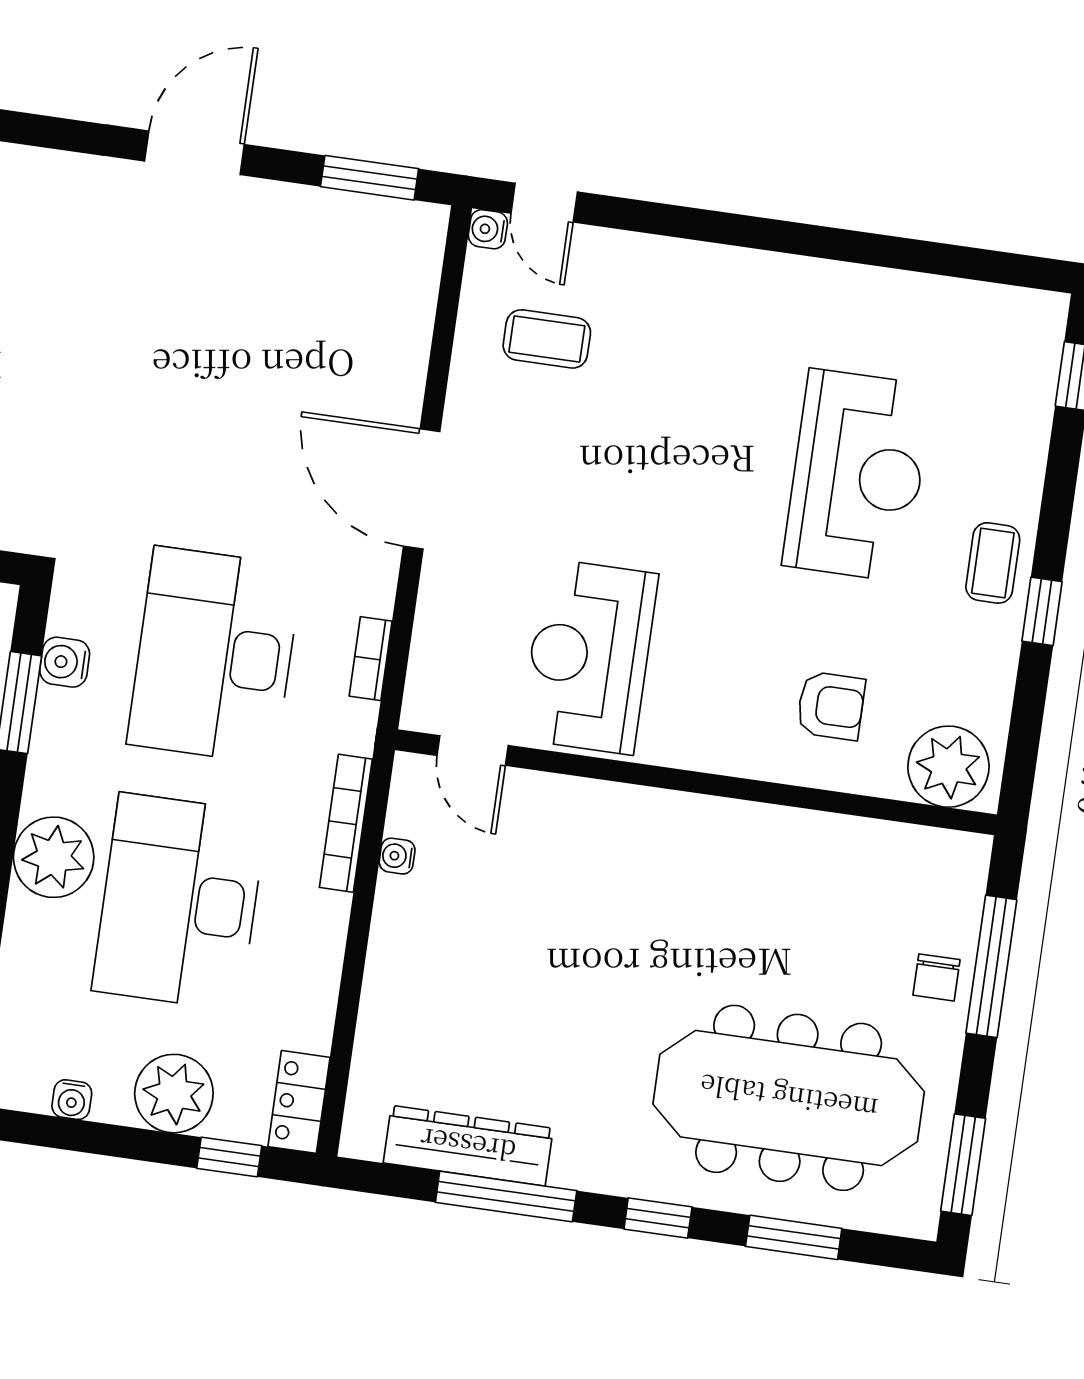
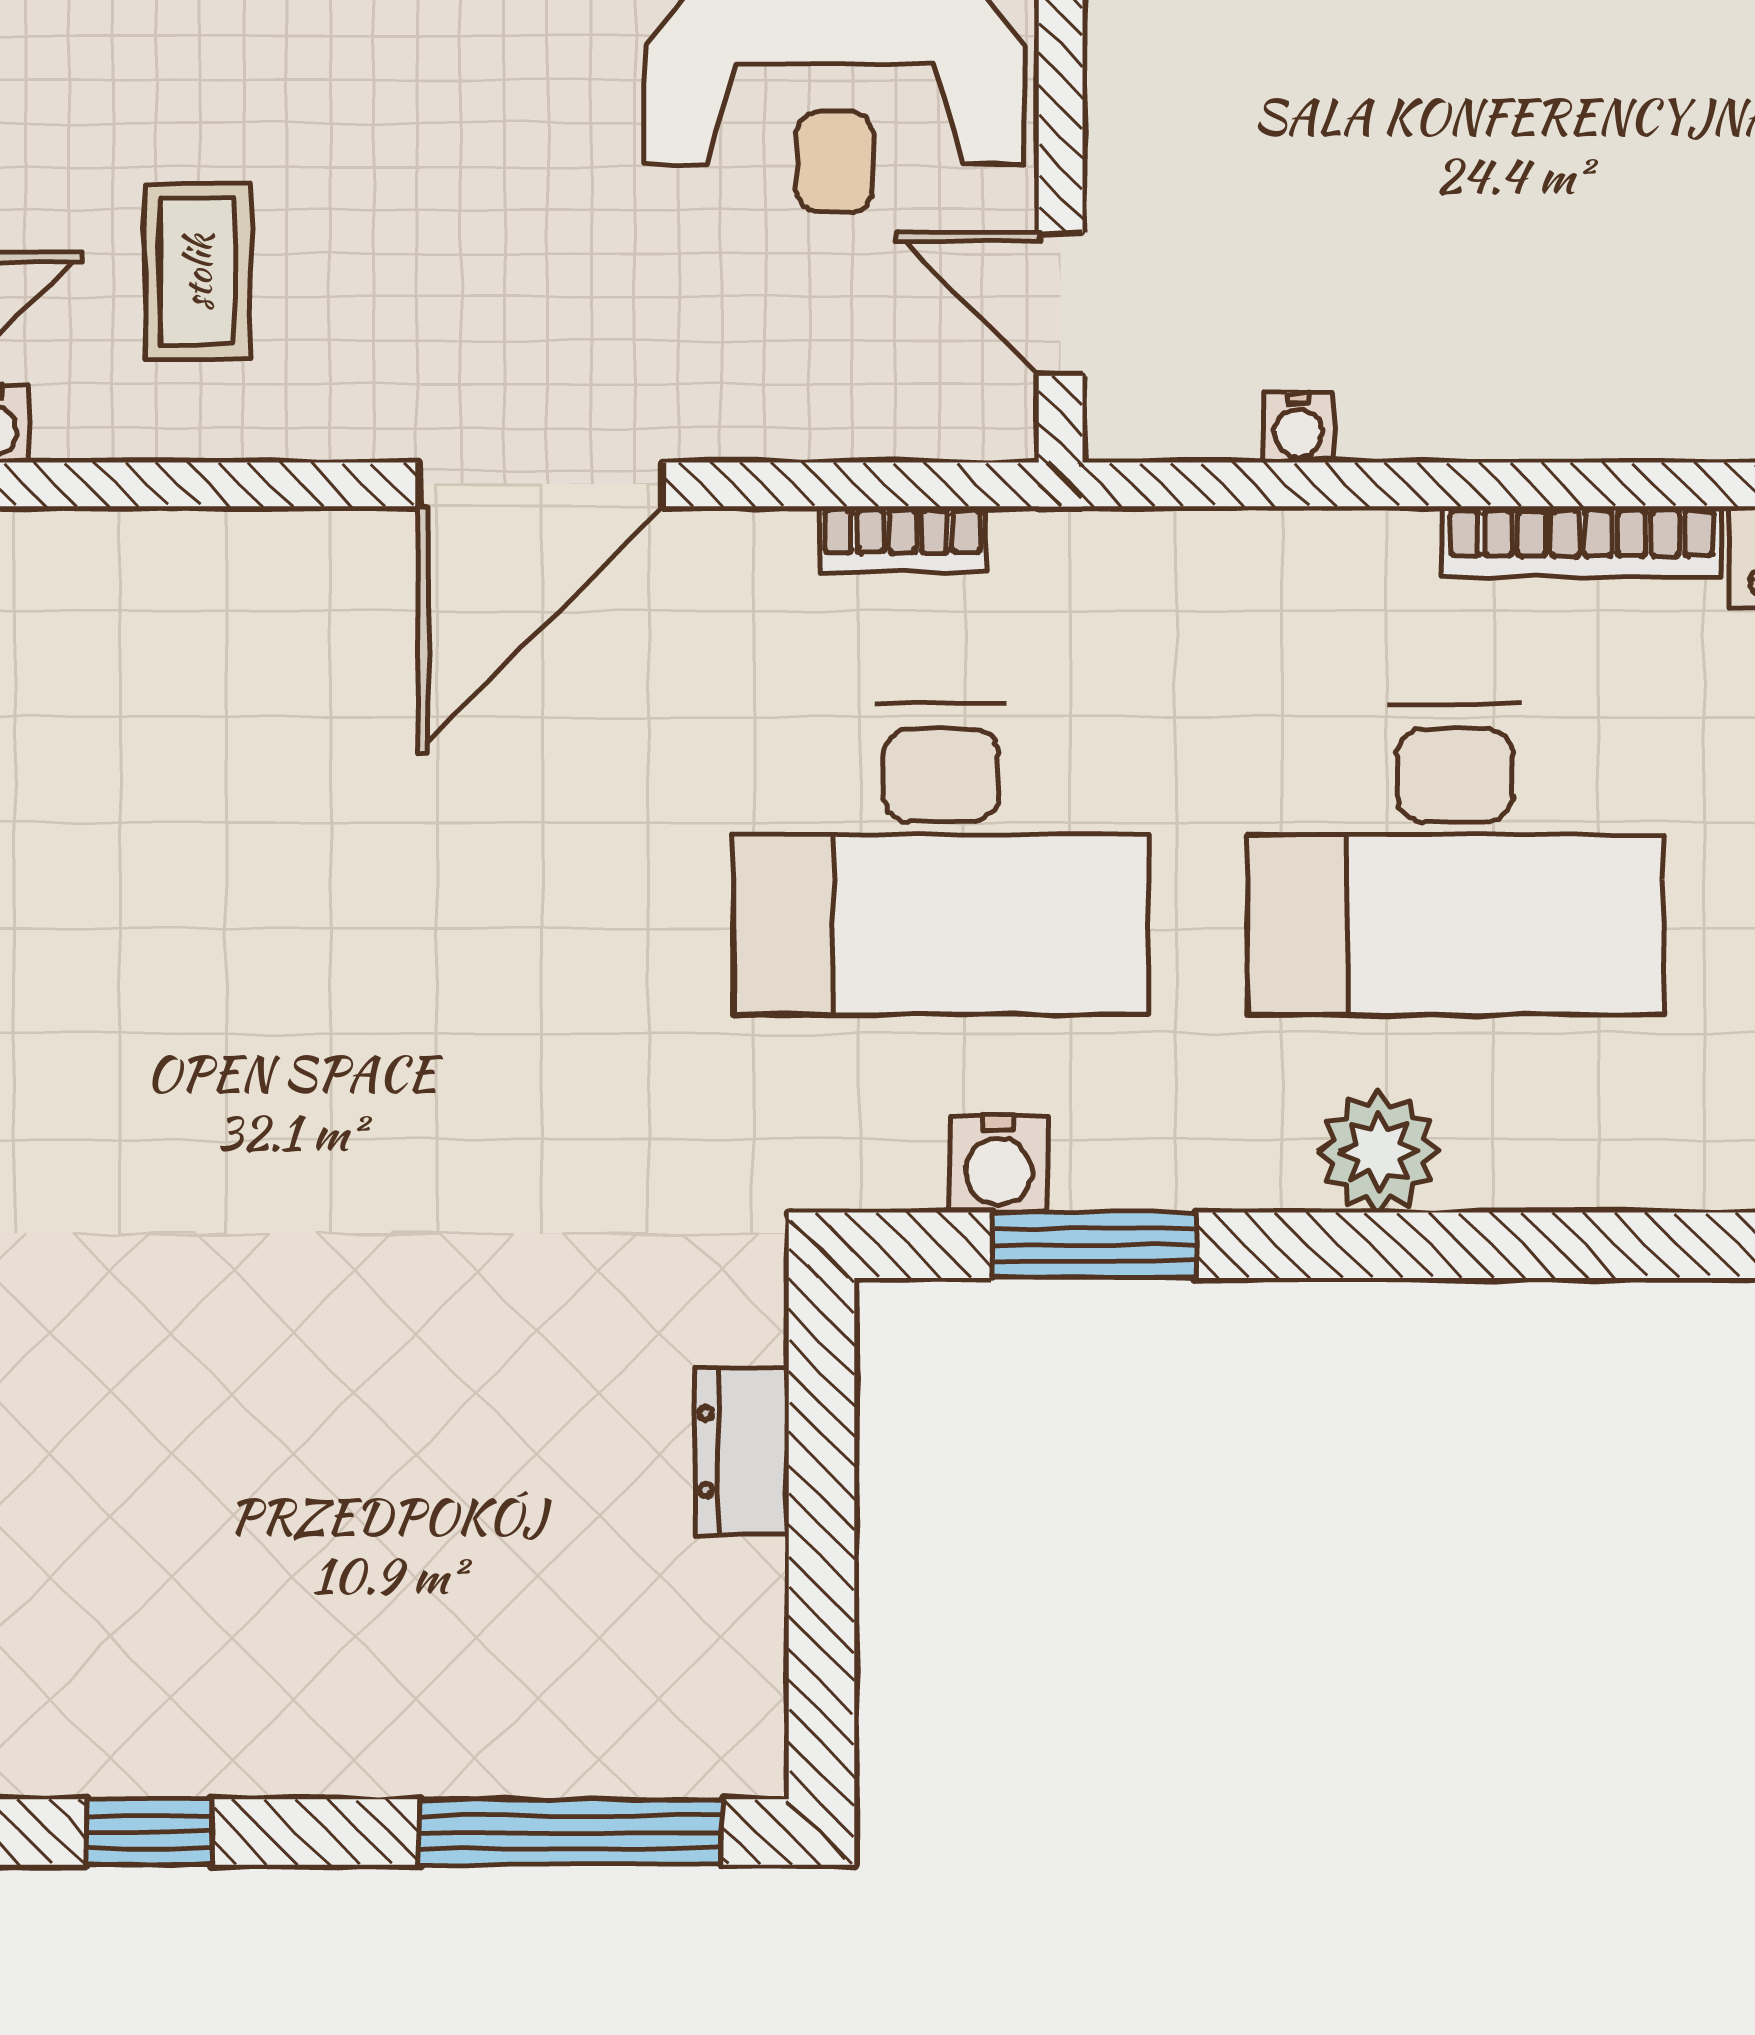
door: (473, 750) -> (1061, 304), swing flipped
bookcase: (346, 823) -> (1582, 542), moved
plant: (54, 857) -> (1379, 1152), width x0.73, depth x0.73

